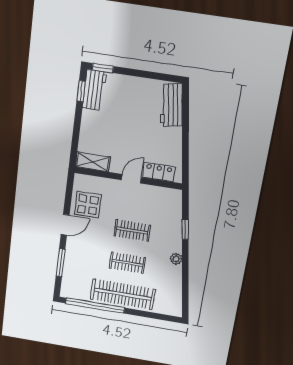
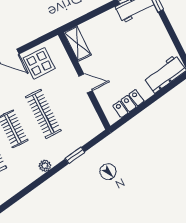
locker: (159, 172) -> (128, 103), moved, turned -99
clothes rail: (132, 230) -> (43, 114), width x1.36

